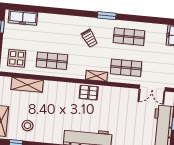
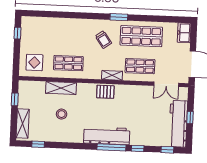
freezer: (23, 18) -> (38, 23), removed
shop shelf: (129, 37) -> (141, 36), width x1.43, depth x1.36
shelving: (27, 85) -> (61, 88), moved
stool: (27, 126) -> (62, 114), moved

